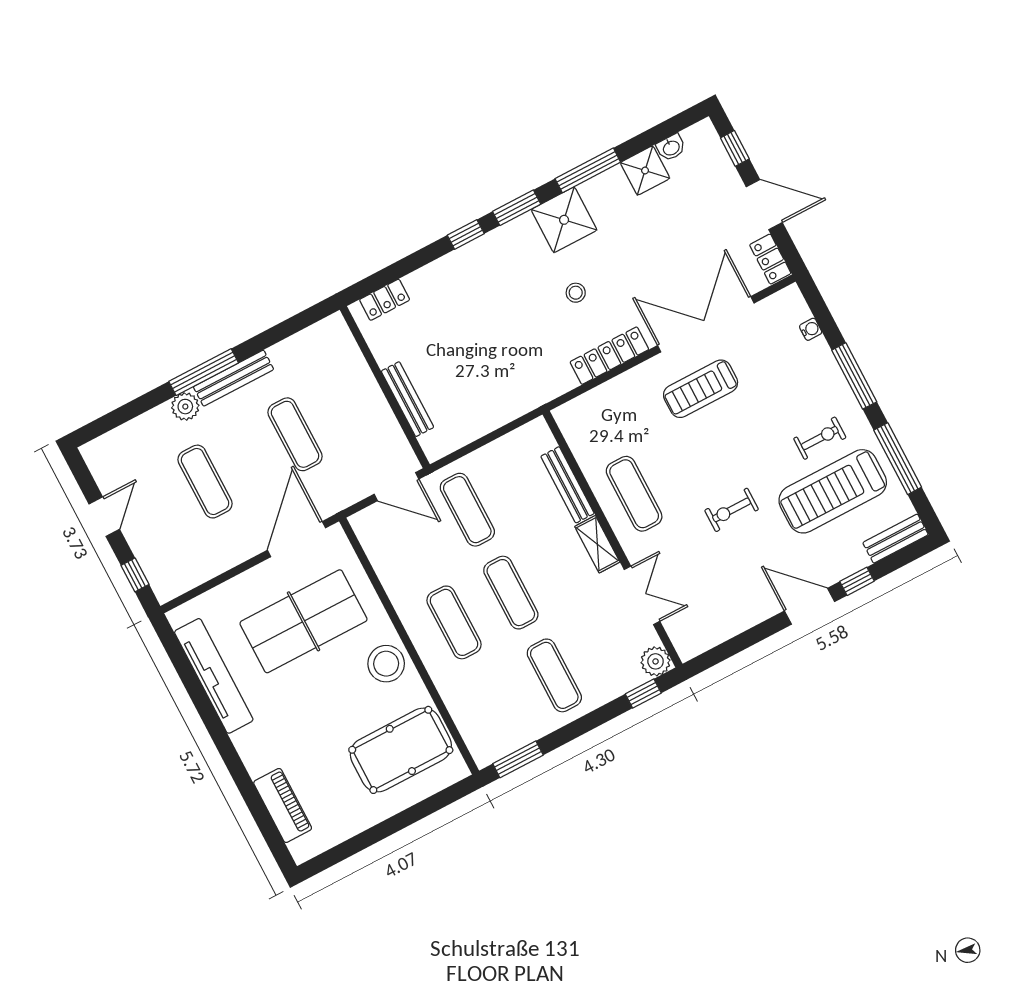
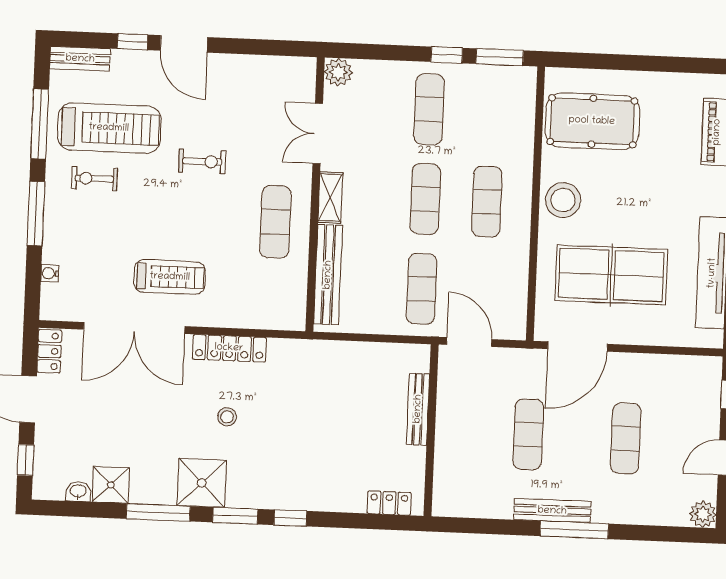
plant: (185, 407) -> (703, 514), moved
bench: (568, 485) -> (328, 275), width x1.37, depth x1.21
window: (643, 693) -> (447, 55), moved

